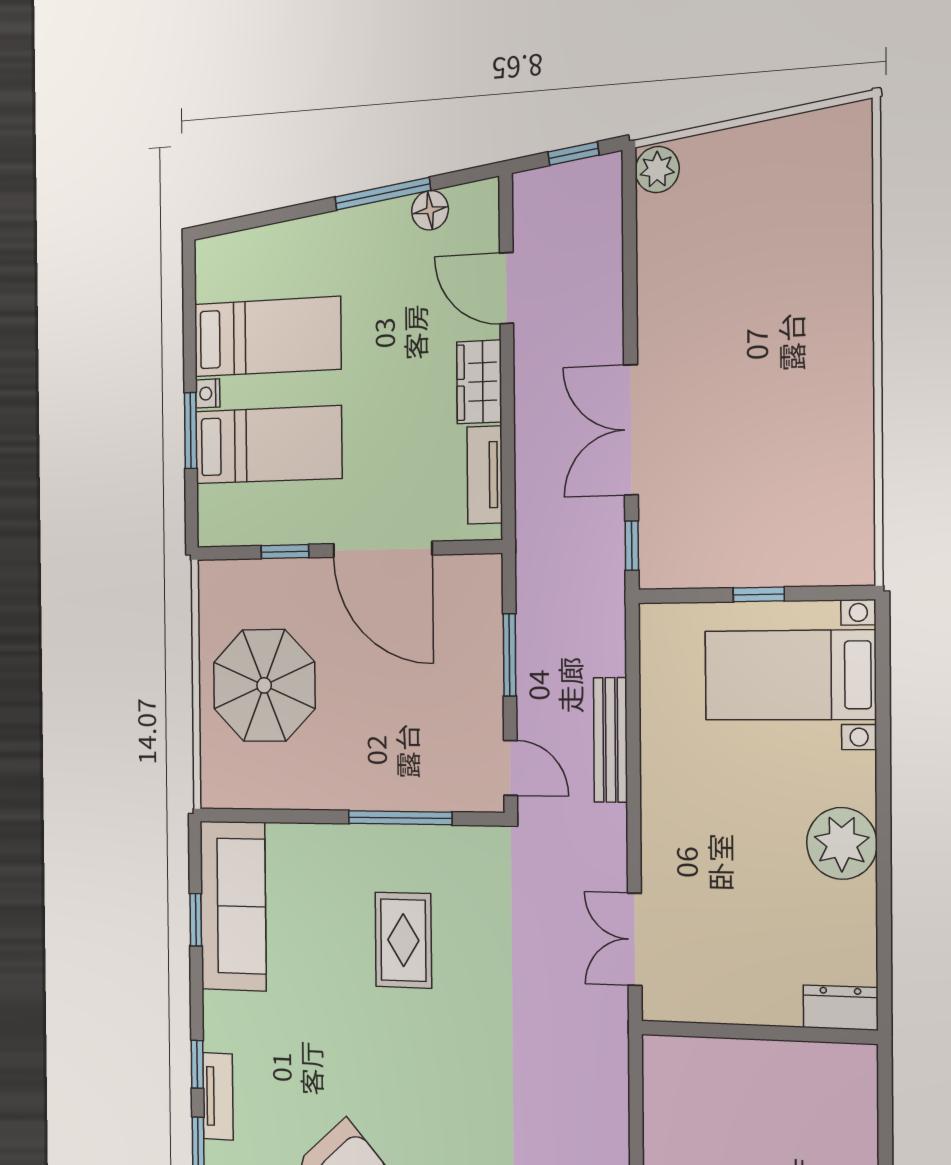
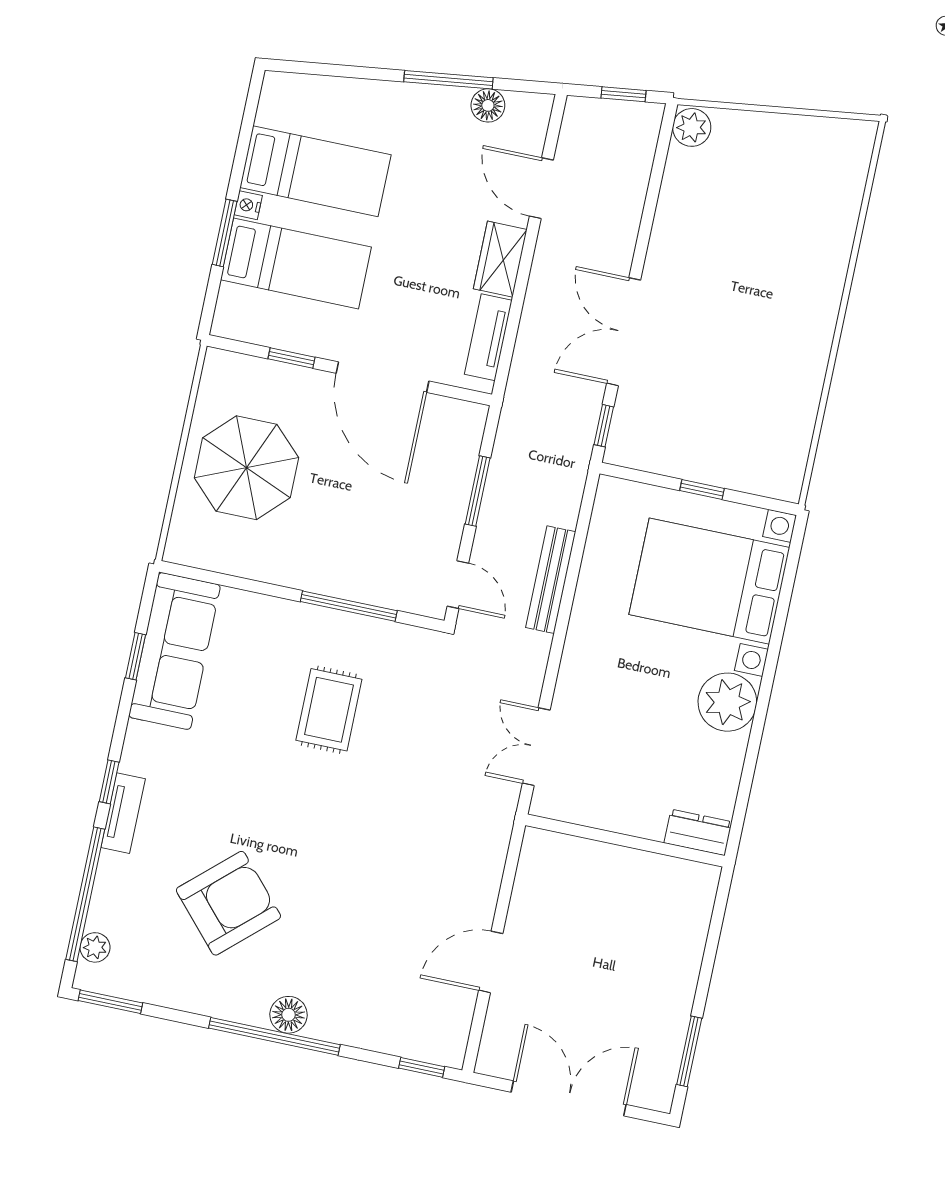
bed with nightstands: (790, 675) -> (709, 581), width x1.36

